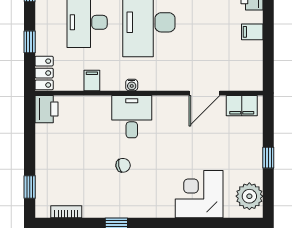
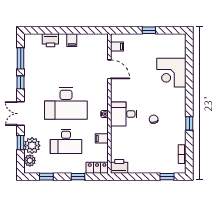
filing cabinet: (242, 106) -> (117, 46), width x0.50
plant: (249, 196) -> (173, 42), removed

